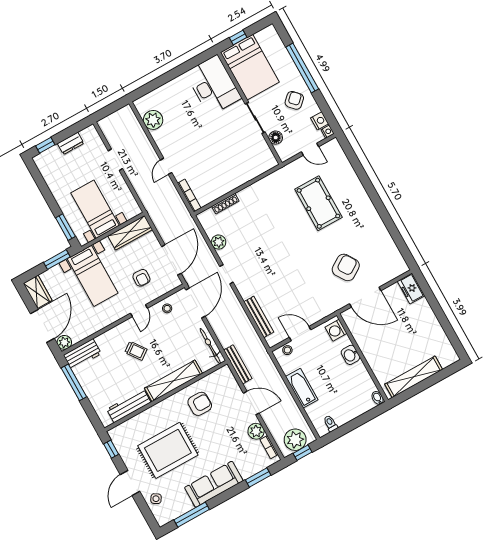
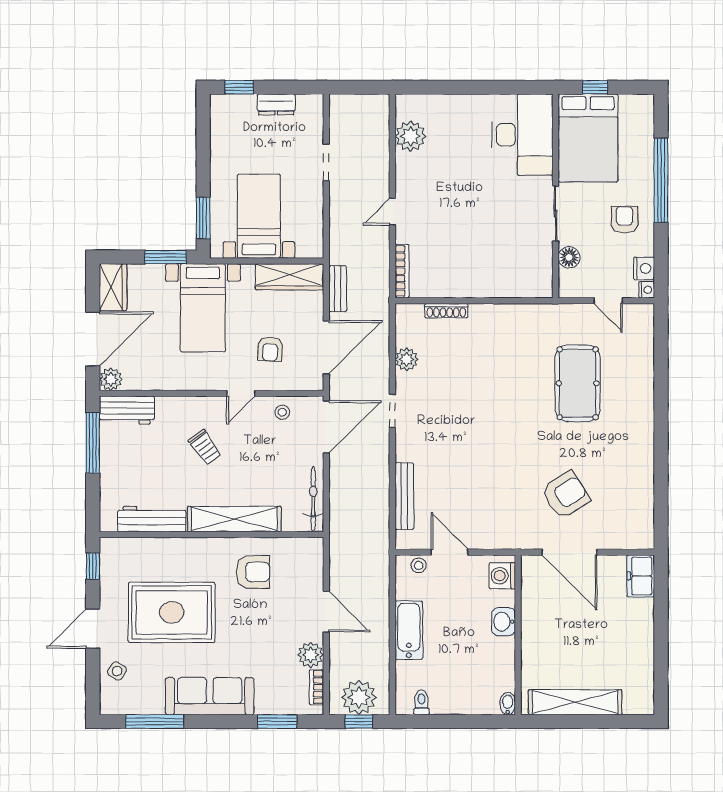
armchair: (294, 100) -> (624, 220), turned -47
bench: (238, 364) -> (338, 289), moved, width x0.73

